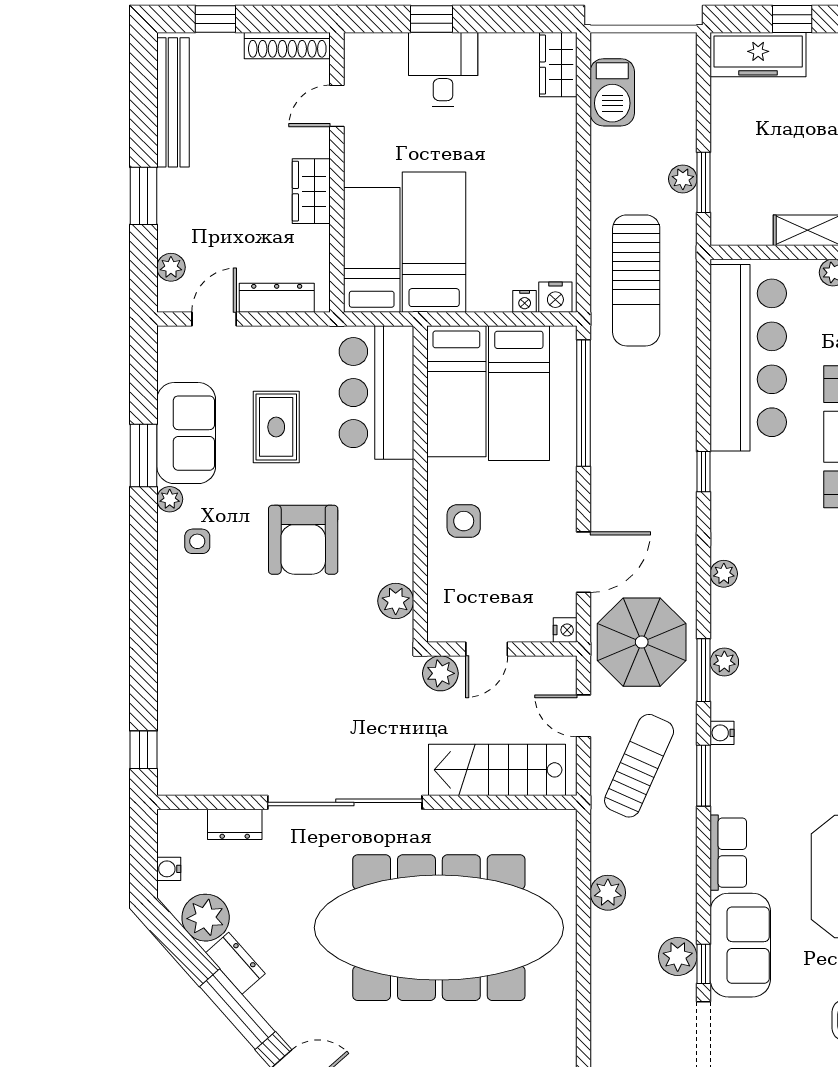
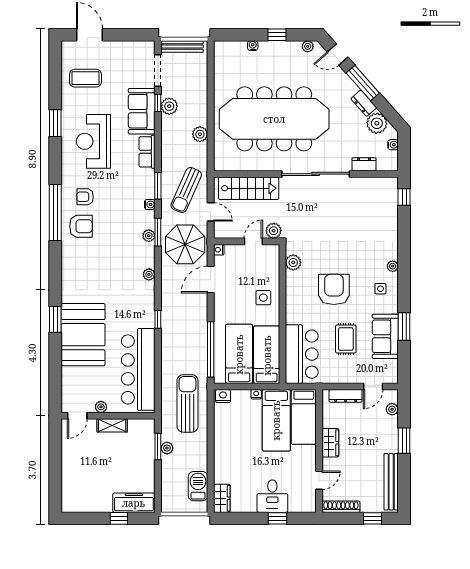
nightstand: (525, 301) -> (256, 394), moved
plant: (170, 499) -> (393, 266), moved

